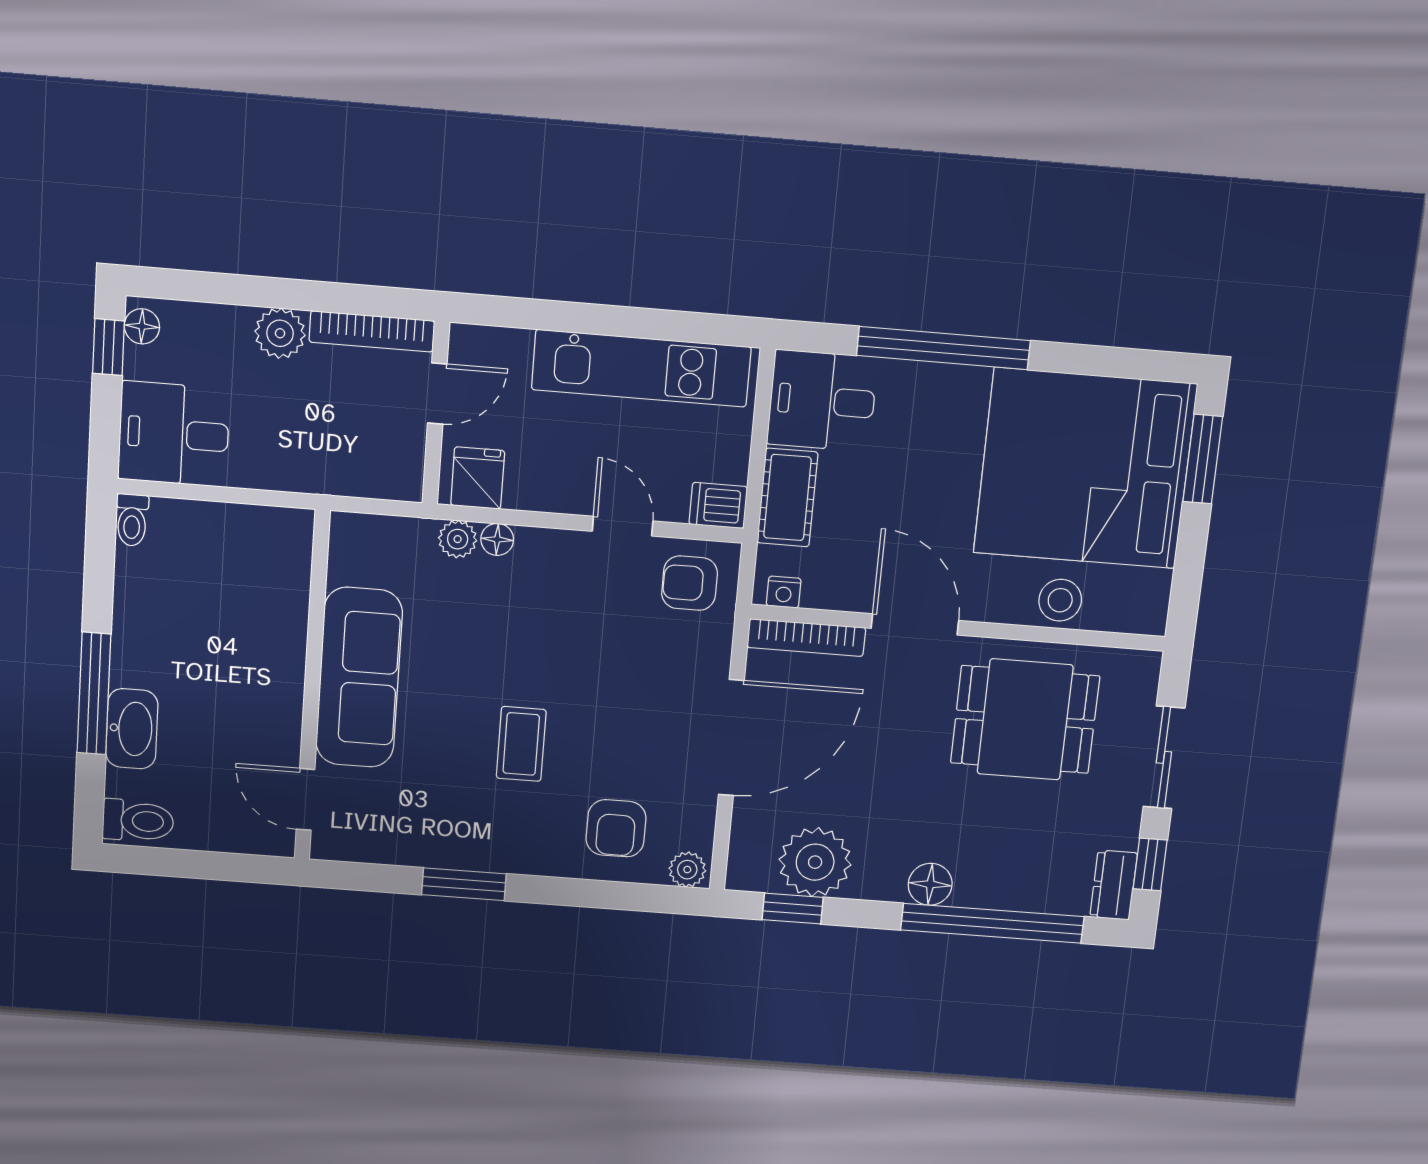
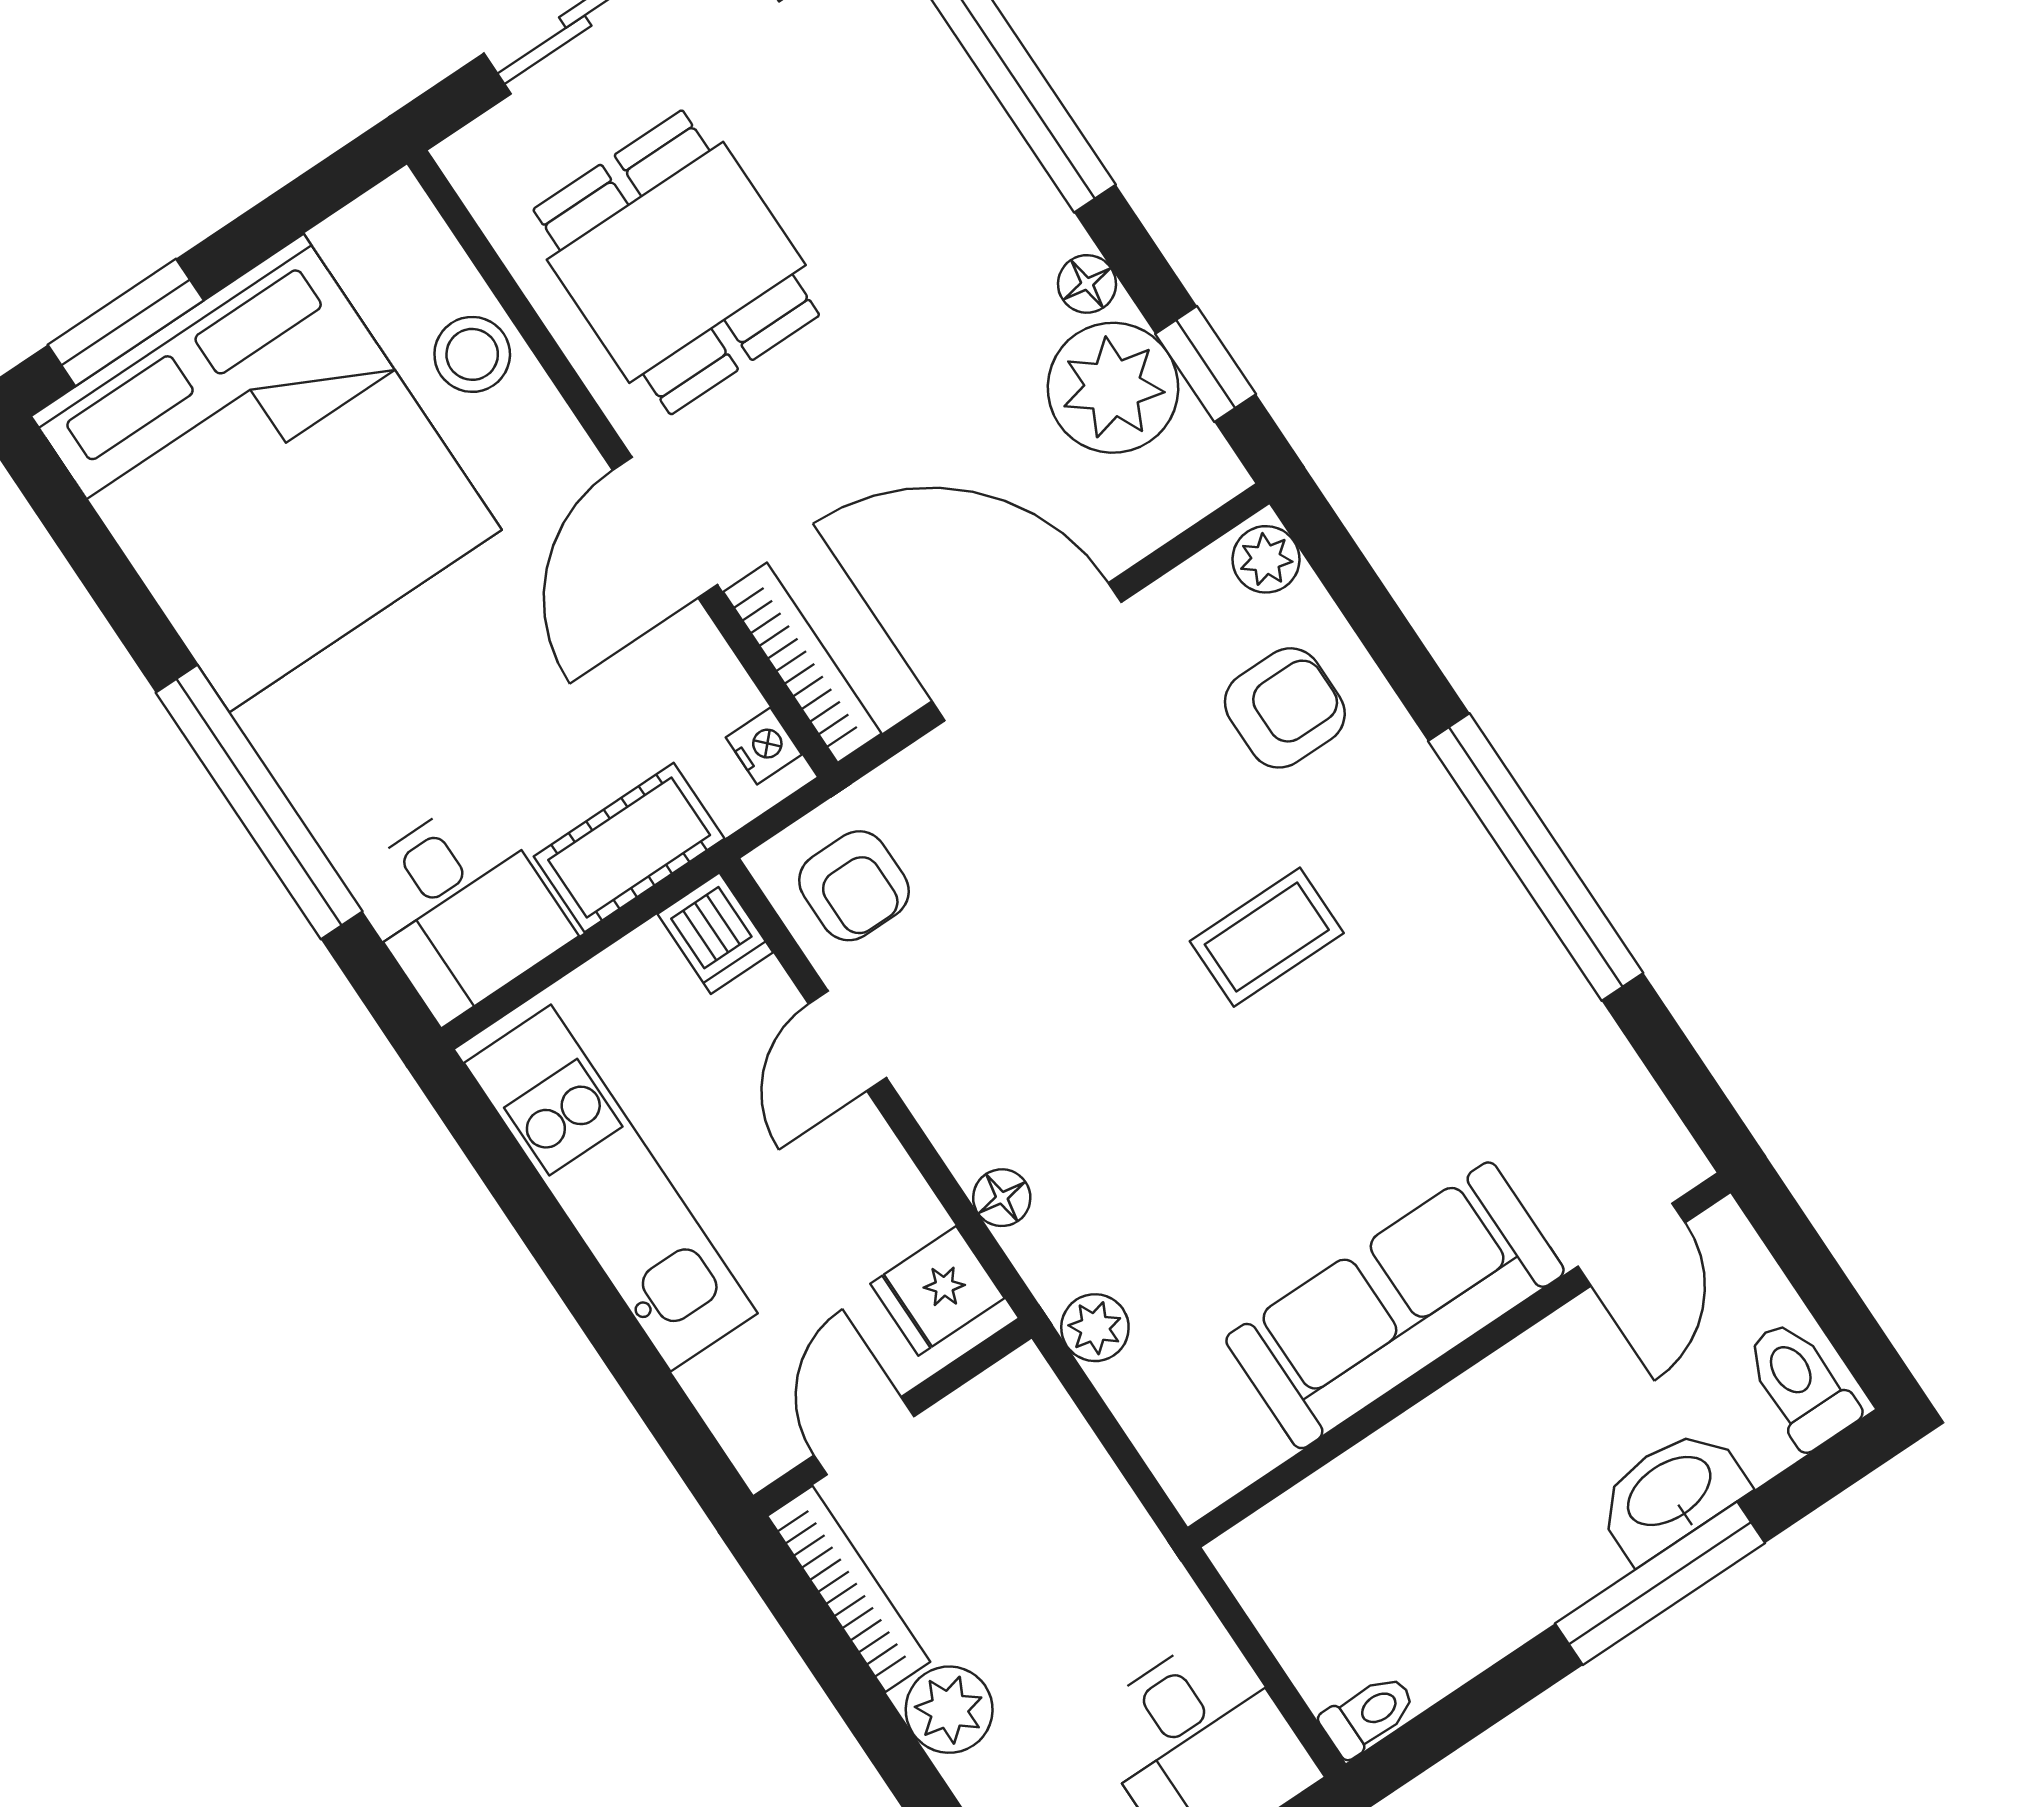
door: (437, 394) -> (864, 1436), hinge flipped
plant: (458, 539) -> (1095, 1328), moved
sofa: (359, 678) -> (1395, 1305), moved
wall: (312, 687) -> (1459, 1360), moved
door: (305, 799) -> (1631, 1245), moved
window: (464, 884) -> (1536, 857), width x2.11
floor lamp: (930, 884) -> (1087, 284), moved, width x0.73, depth x0.73

